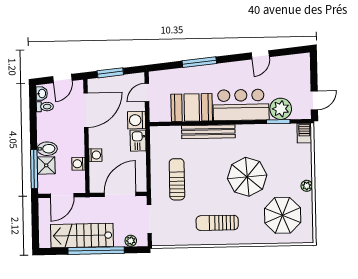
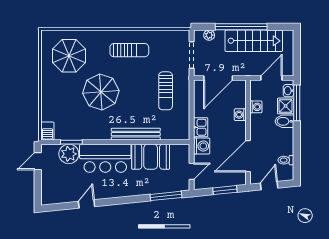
window: (199, 62) -> (166, 196), moved
washbasin: (42, 94) -> (288, 91), moved
plant: (307, 186) -> (46, 83), removed

